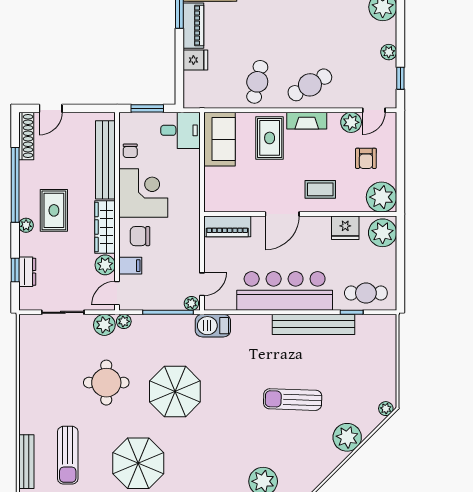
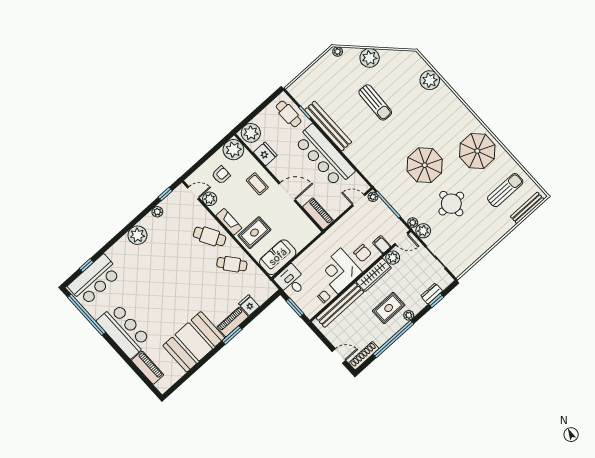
cafe table: (257, 82) -> (232, 264), turned 39
barbecue: (213, 326) -> (374, 176), removed

